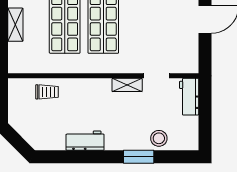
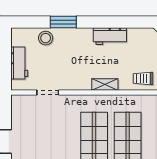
shelving: (127, 85) -> (105, 85), moved
workbench: (189, 97) -> (19, 63), moved

